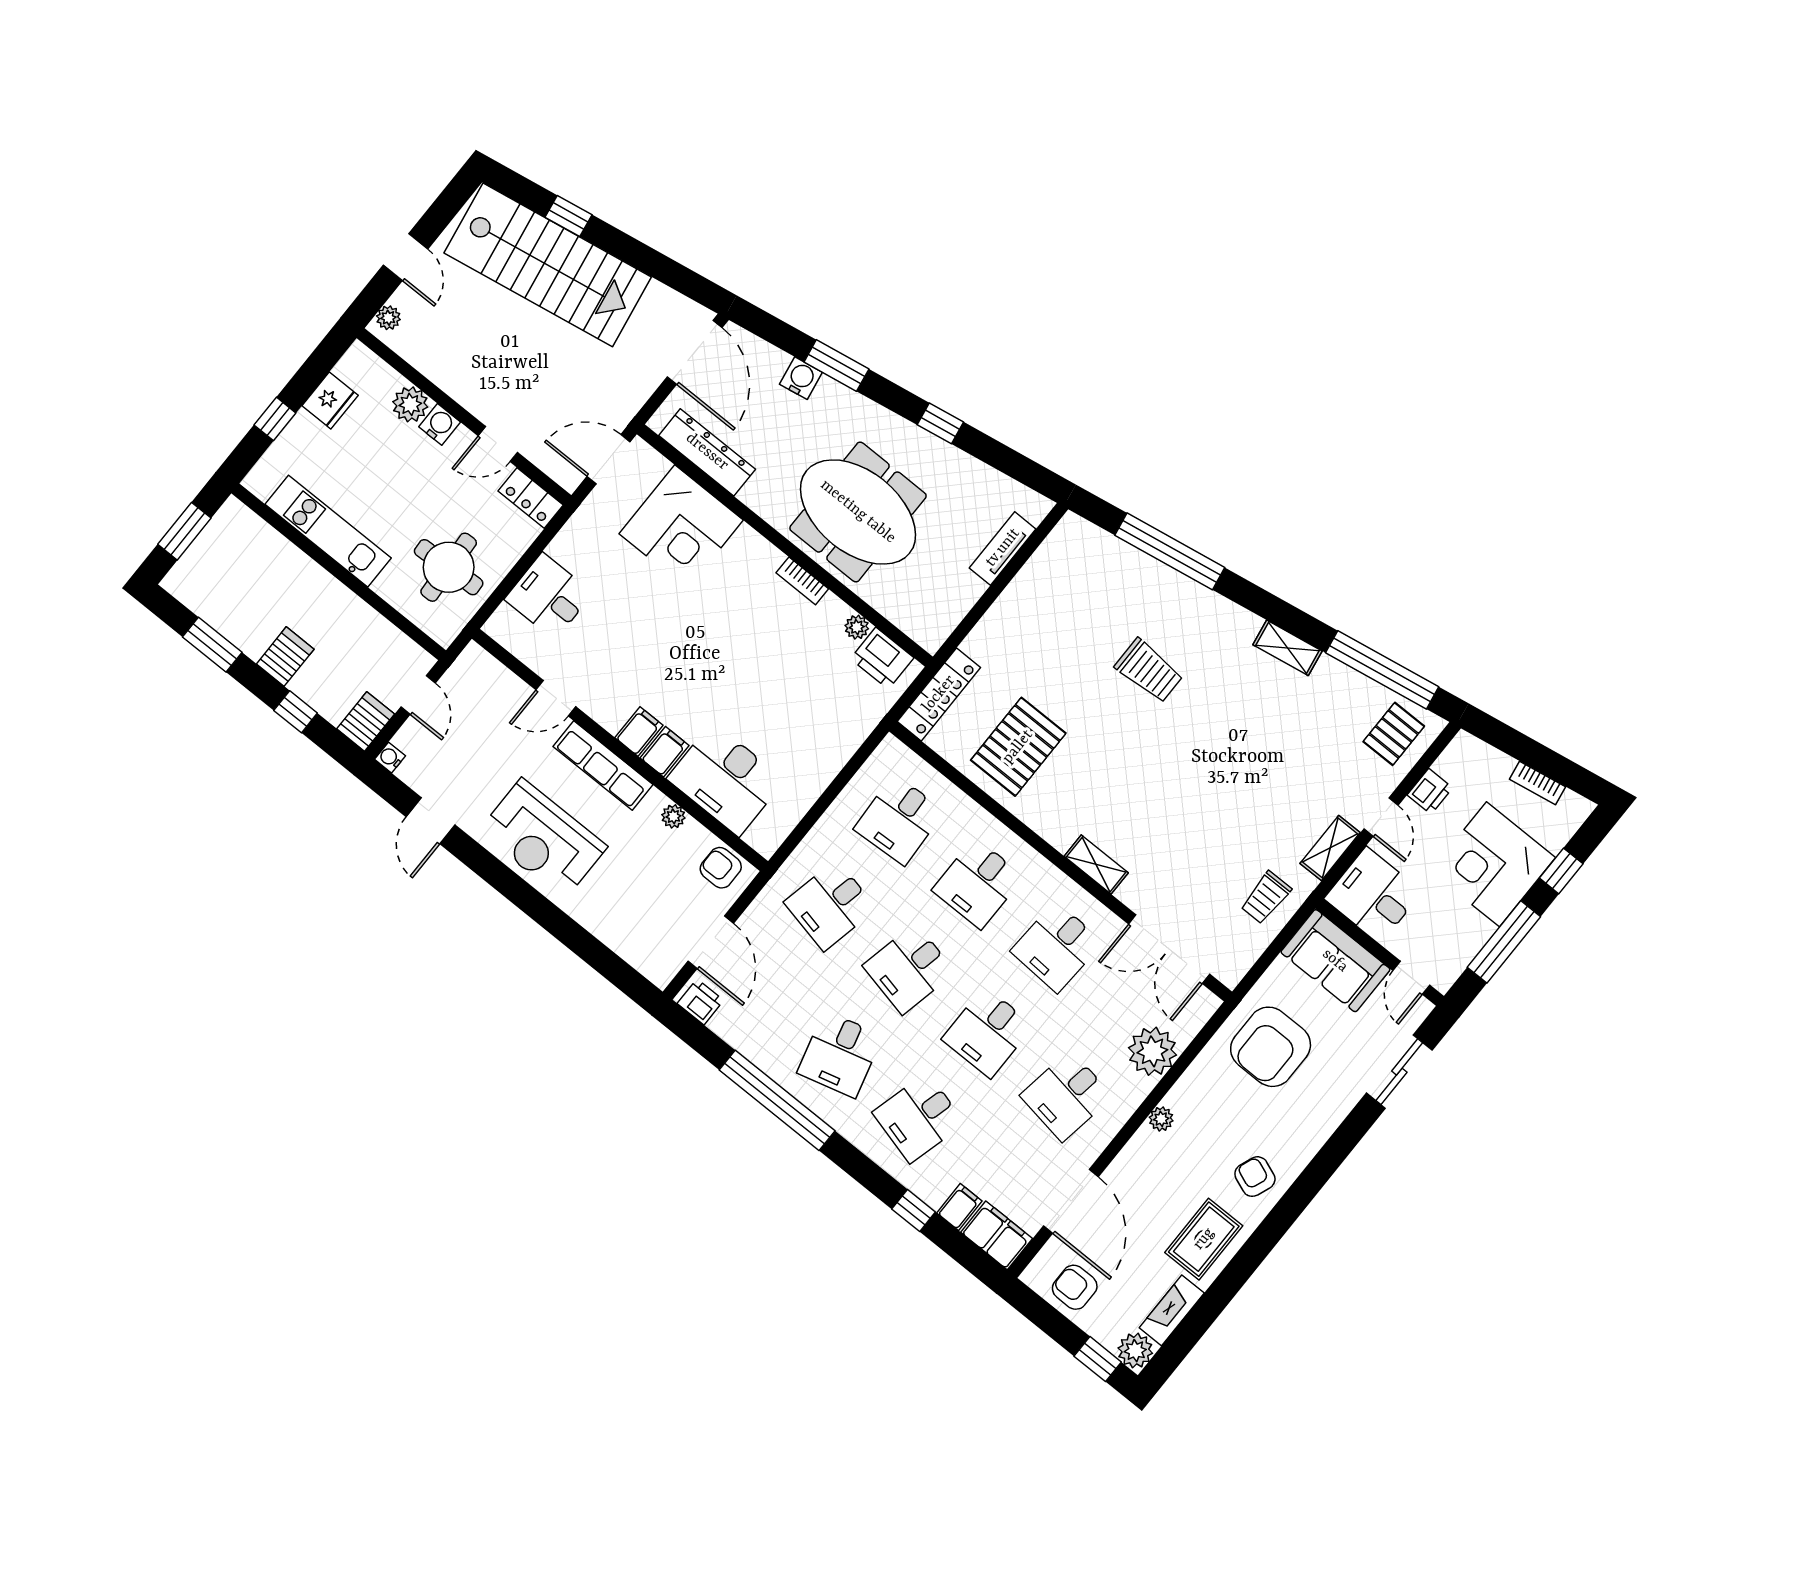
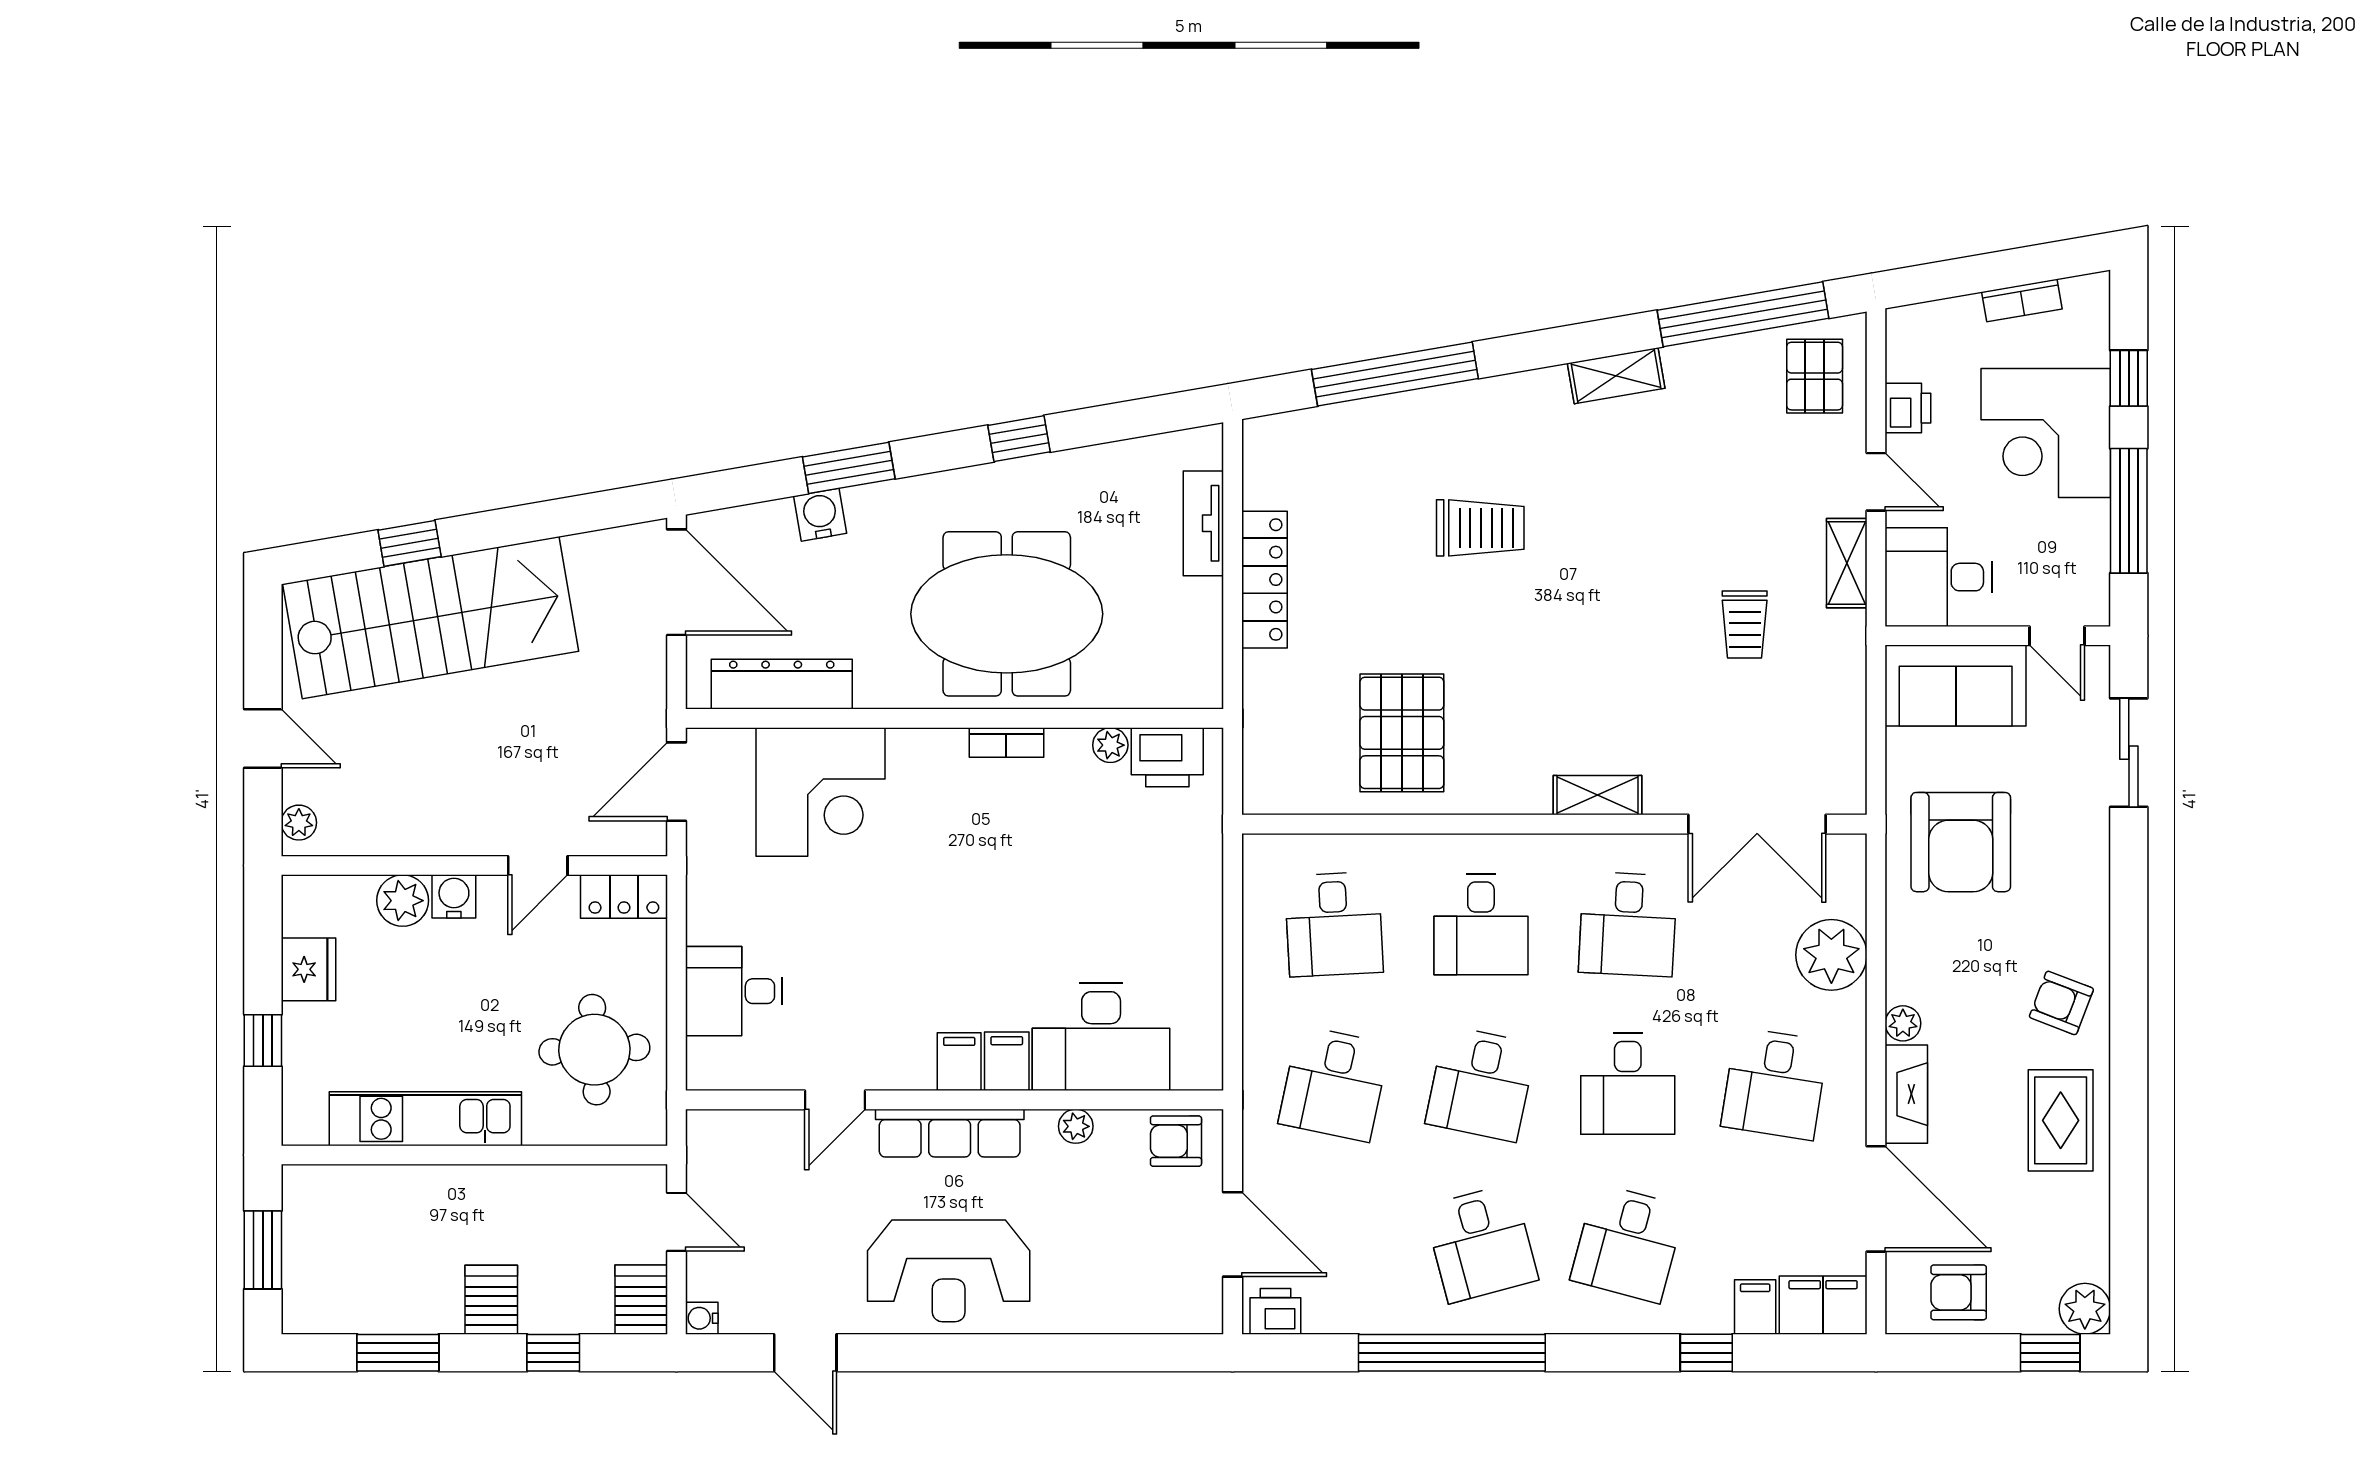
locker: (939, 694) -> (1264, 580), moved
trolley: (1266, 897) -> (1745, 624), moved
fireplace: (1172, 1310) -> (1906, 1094), moved, turned 180

